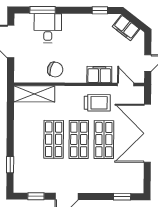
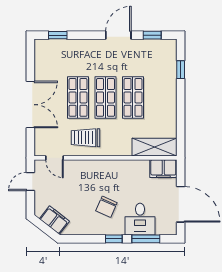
window: (100, 10) -> (114, 239), moved
chair: (55, 70) -> (106, 207), moved, turned -83
filing cabinet: (99, 75) -> (163, 169), moved
double door: (147, 133) -> (30, 105), width x0.73

